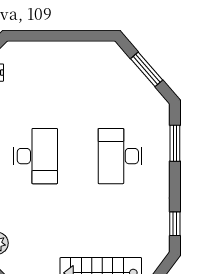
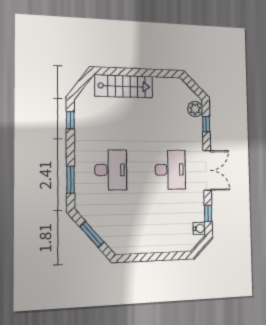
desk: (36, 156) -> (170, 170), turned 180

